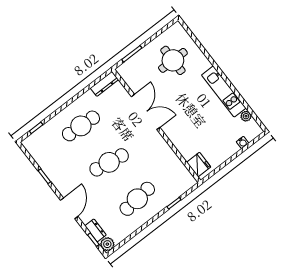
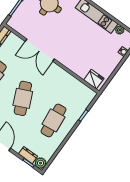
double door: (146, 112) -> (40, 50), swing flipped
cafe table: (109, 162) -> (23, 98), turned -33

